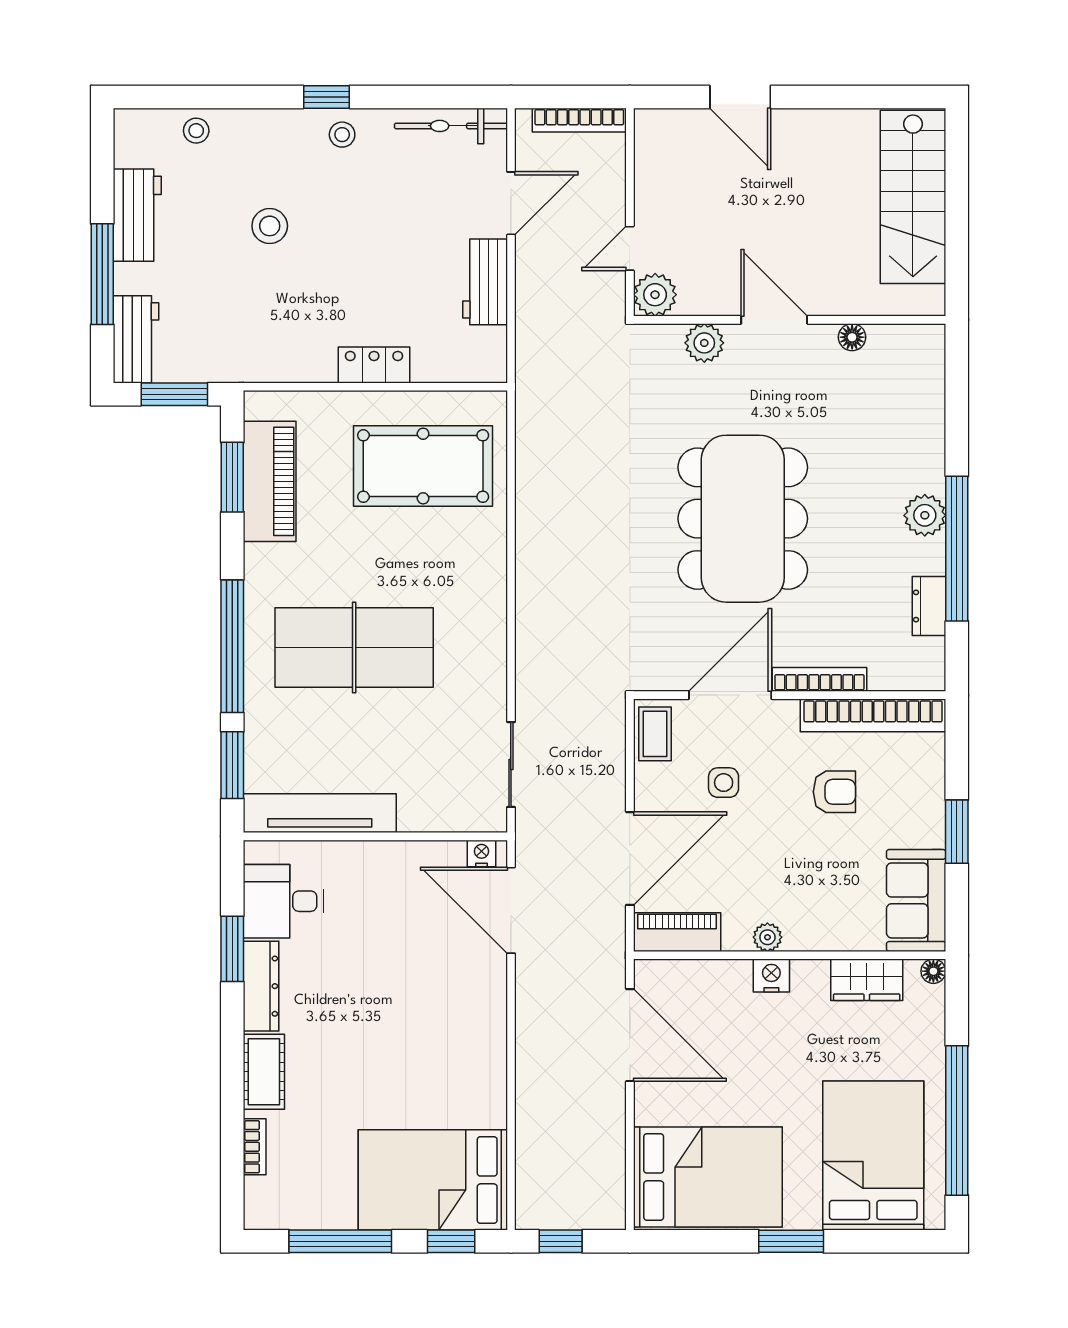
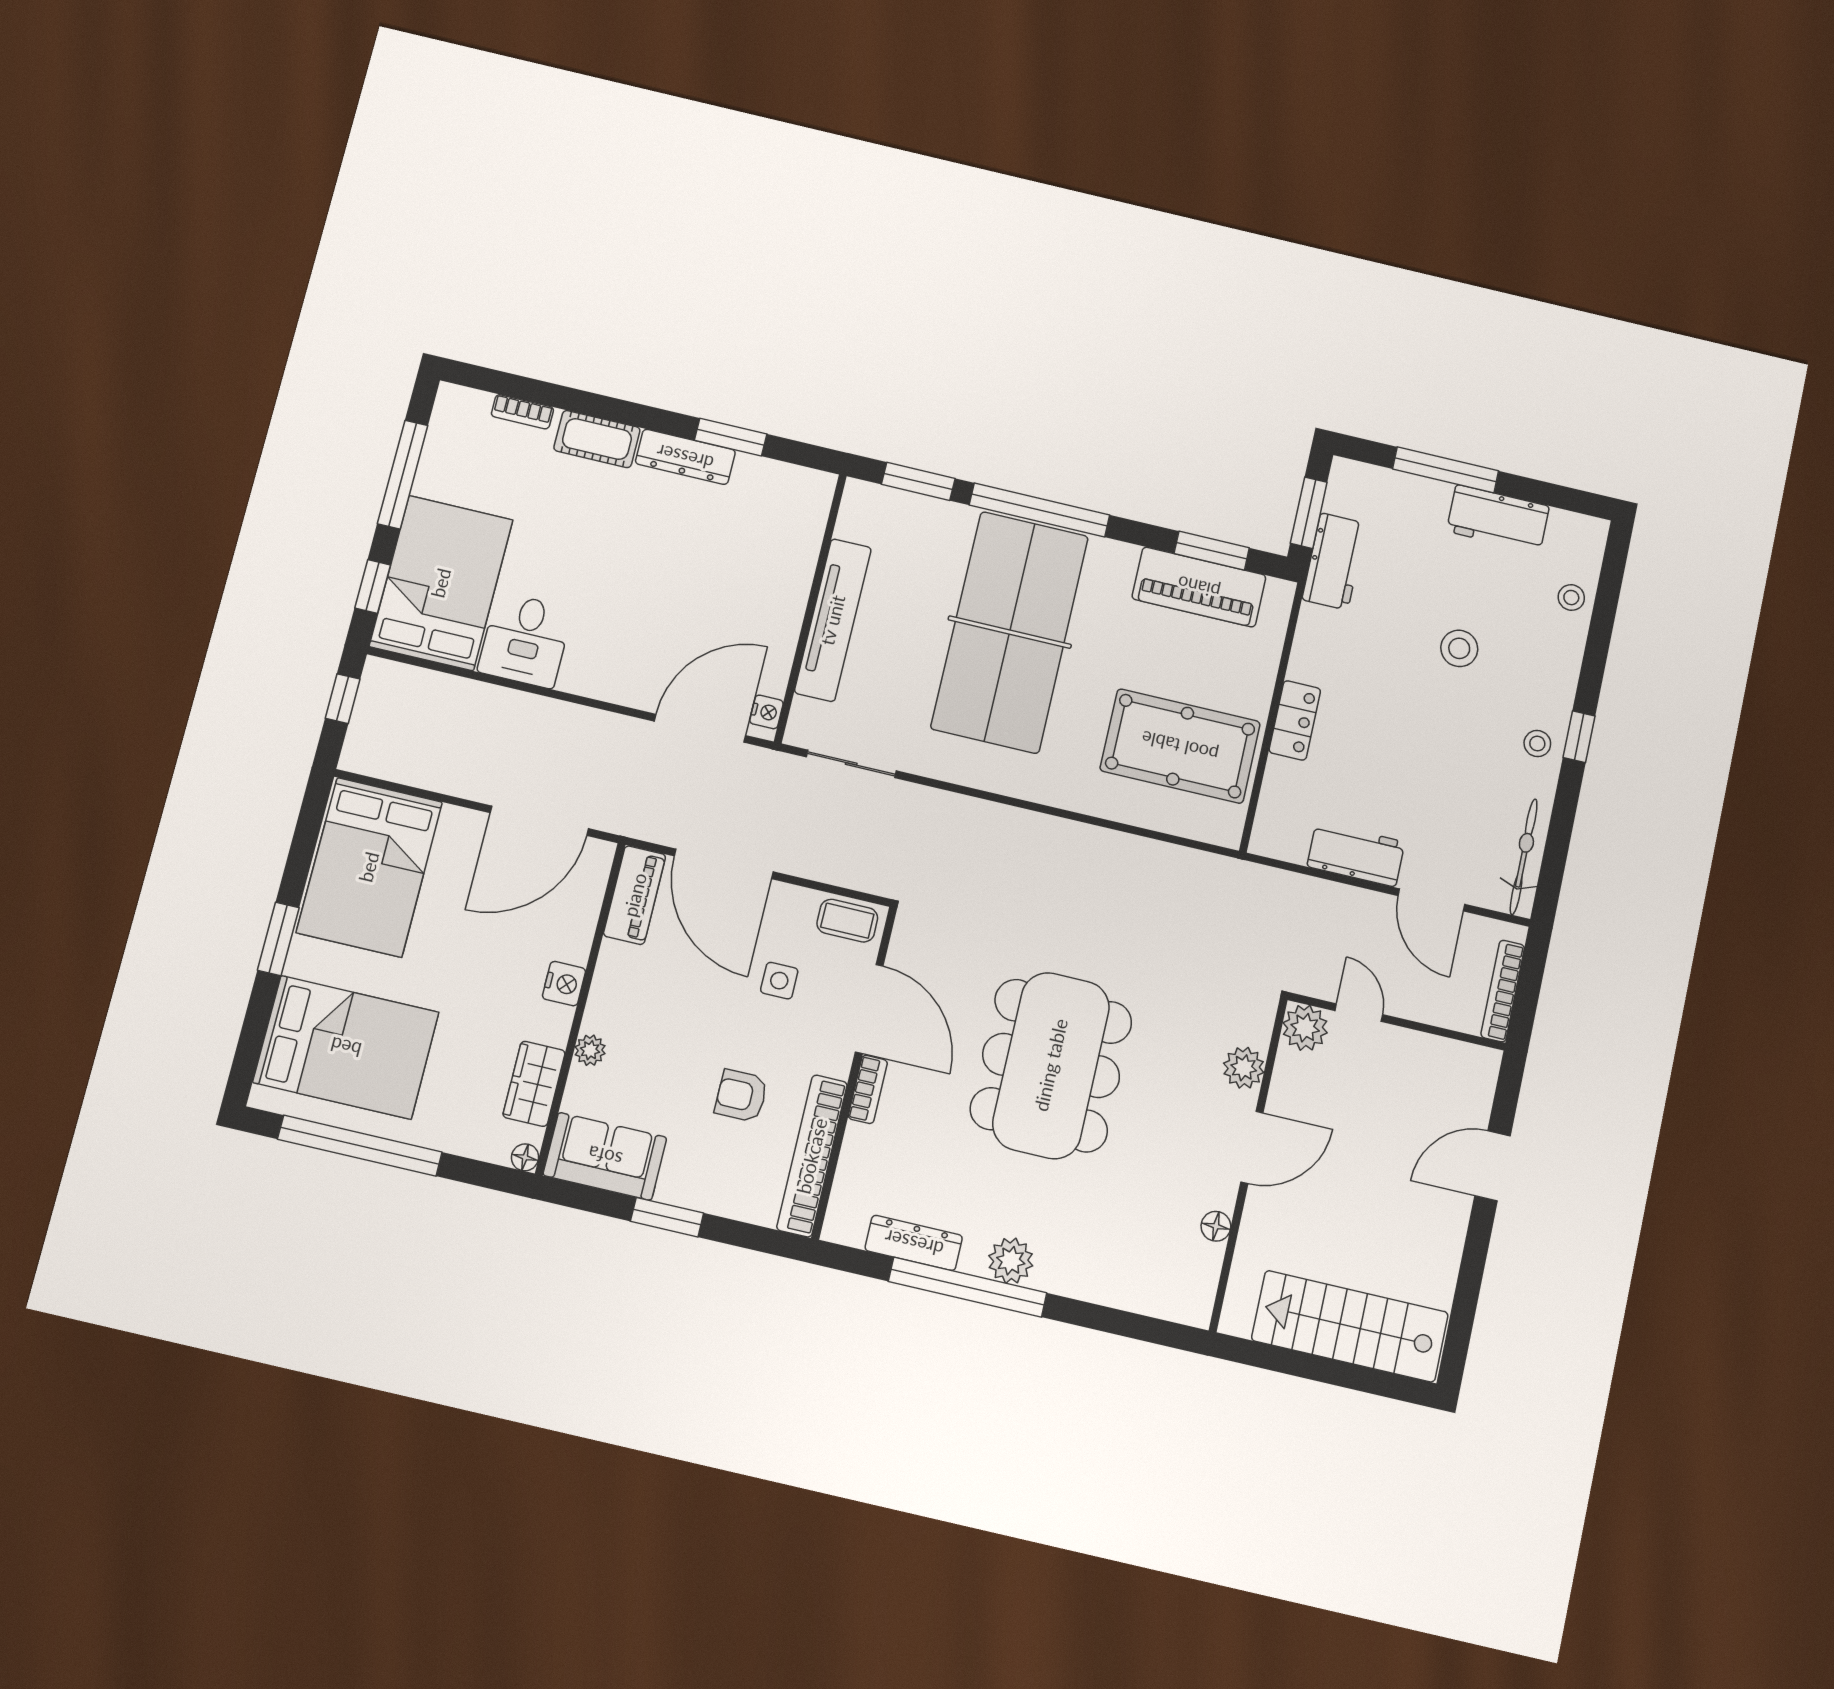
workbench: (136, 339) -> (1334, 561), moved, turned -90
pool table: (423, 466) -> (1180, 746), turned 90
dining table: (743, 519) -> (1051, 1065), turned 90
dresser: (929, 606) -> (914, 1243), width x1.44
table tennis table: (354, 647) -> (1010, 632), width x1.36, depth x1.32
bookcase: (820, 679) -> (868, 1089), width x0.64
armchair: (834, 792) -> (741, 1096), turned 90
tv unit: (320, 813) -> (833, 620), moved
desk: (283, 901) -> (525, 640), moved, turned 180
plant: (767, 937) -> (590, 1050), moved

